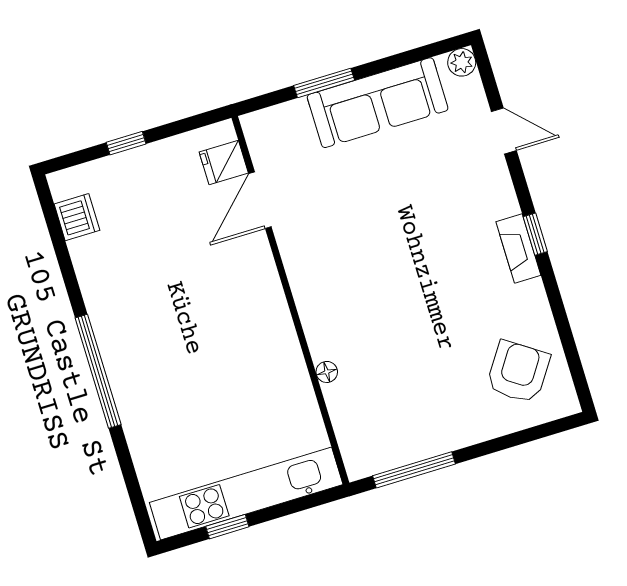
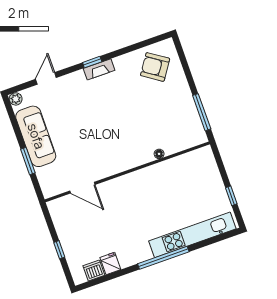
fridge: (224, 162) -> (110, 264), moved, turned 180
kitchen unit: (246, 493) -> (192, 235), moved, turned 90

